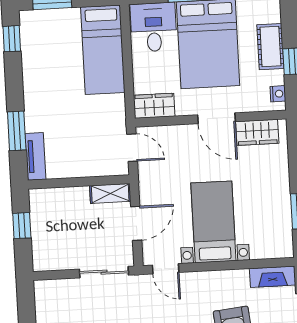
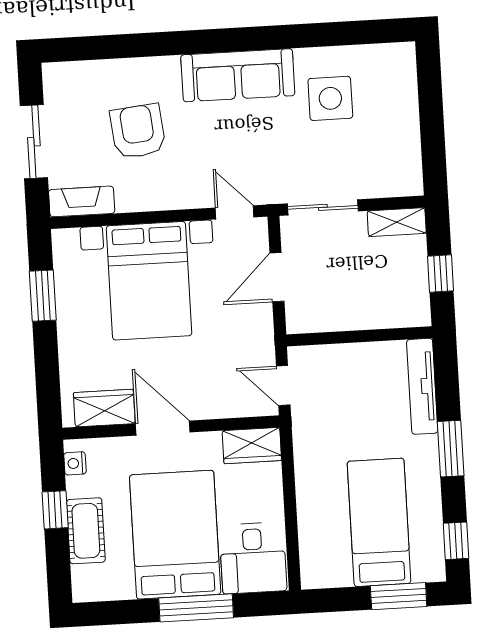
bed: (103, 50) -> (379, 522), moved
window: (17, 131) -> (451, 449), moved
tv unit: (35, 156) -> (422, 386), width x1.41
shelving: (110, 193) -> (397, 222), moved
bed with nightstands: (213, 222) -> (149, 281), width x1.36

